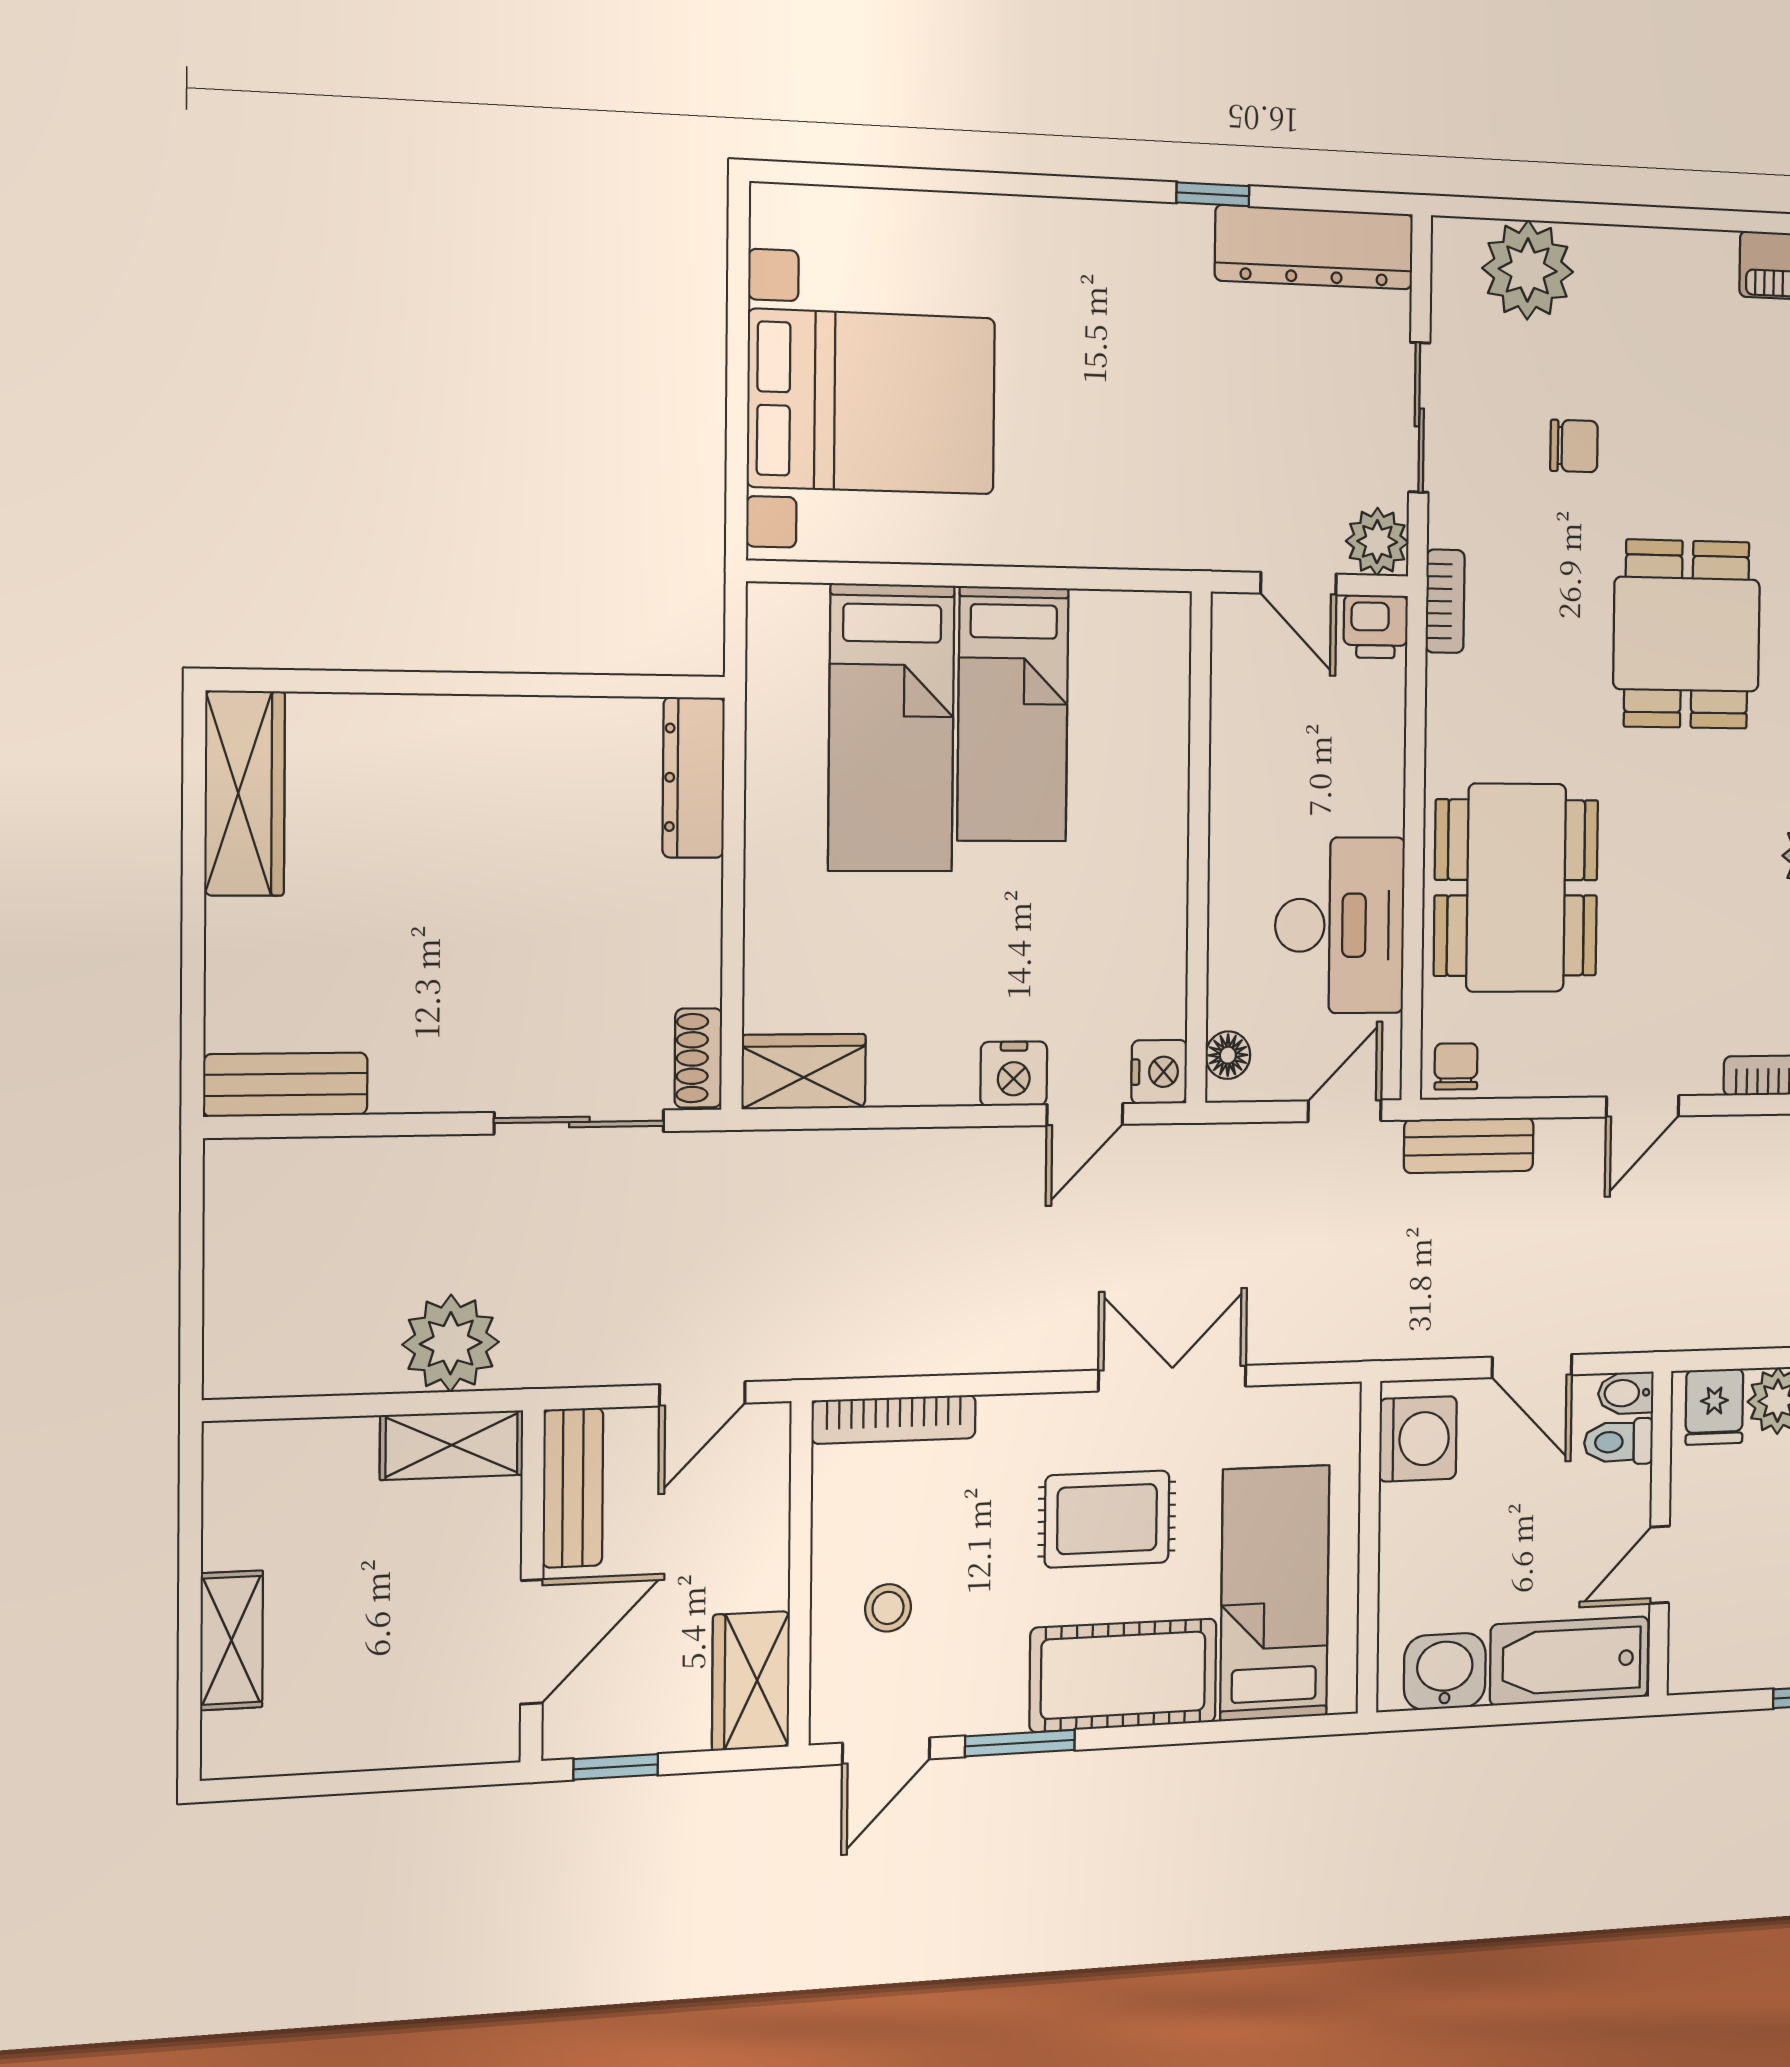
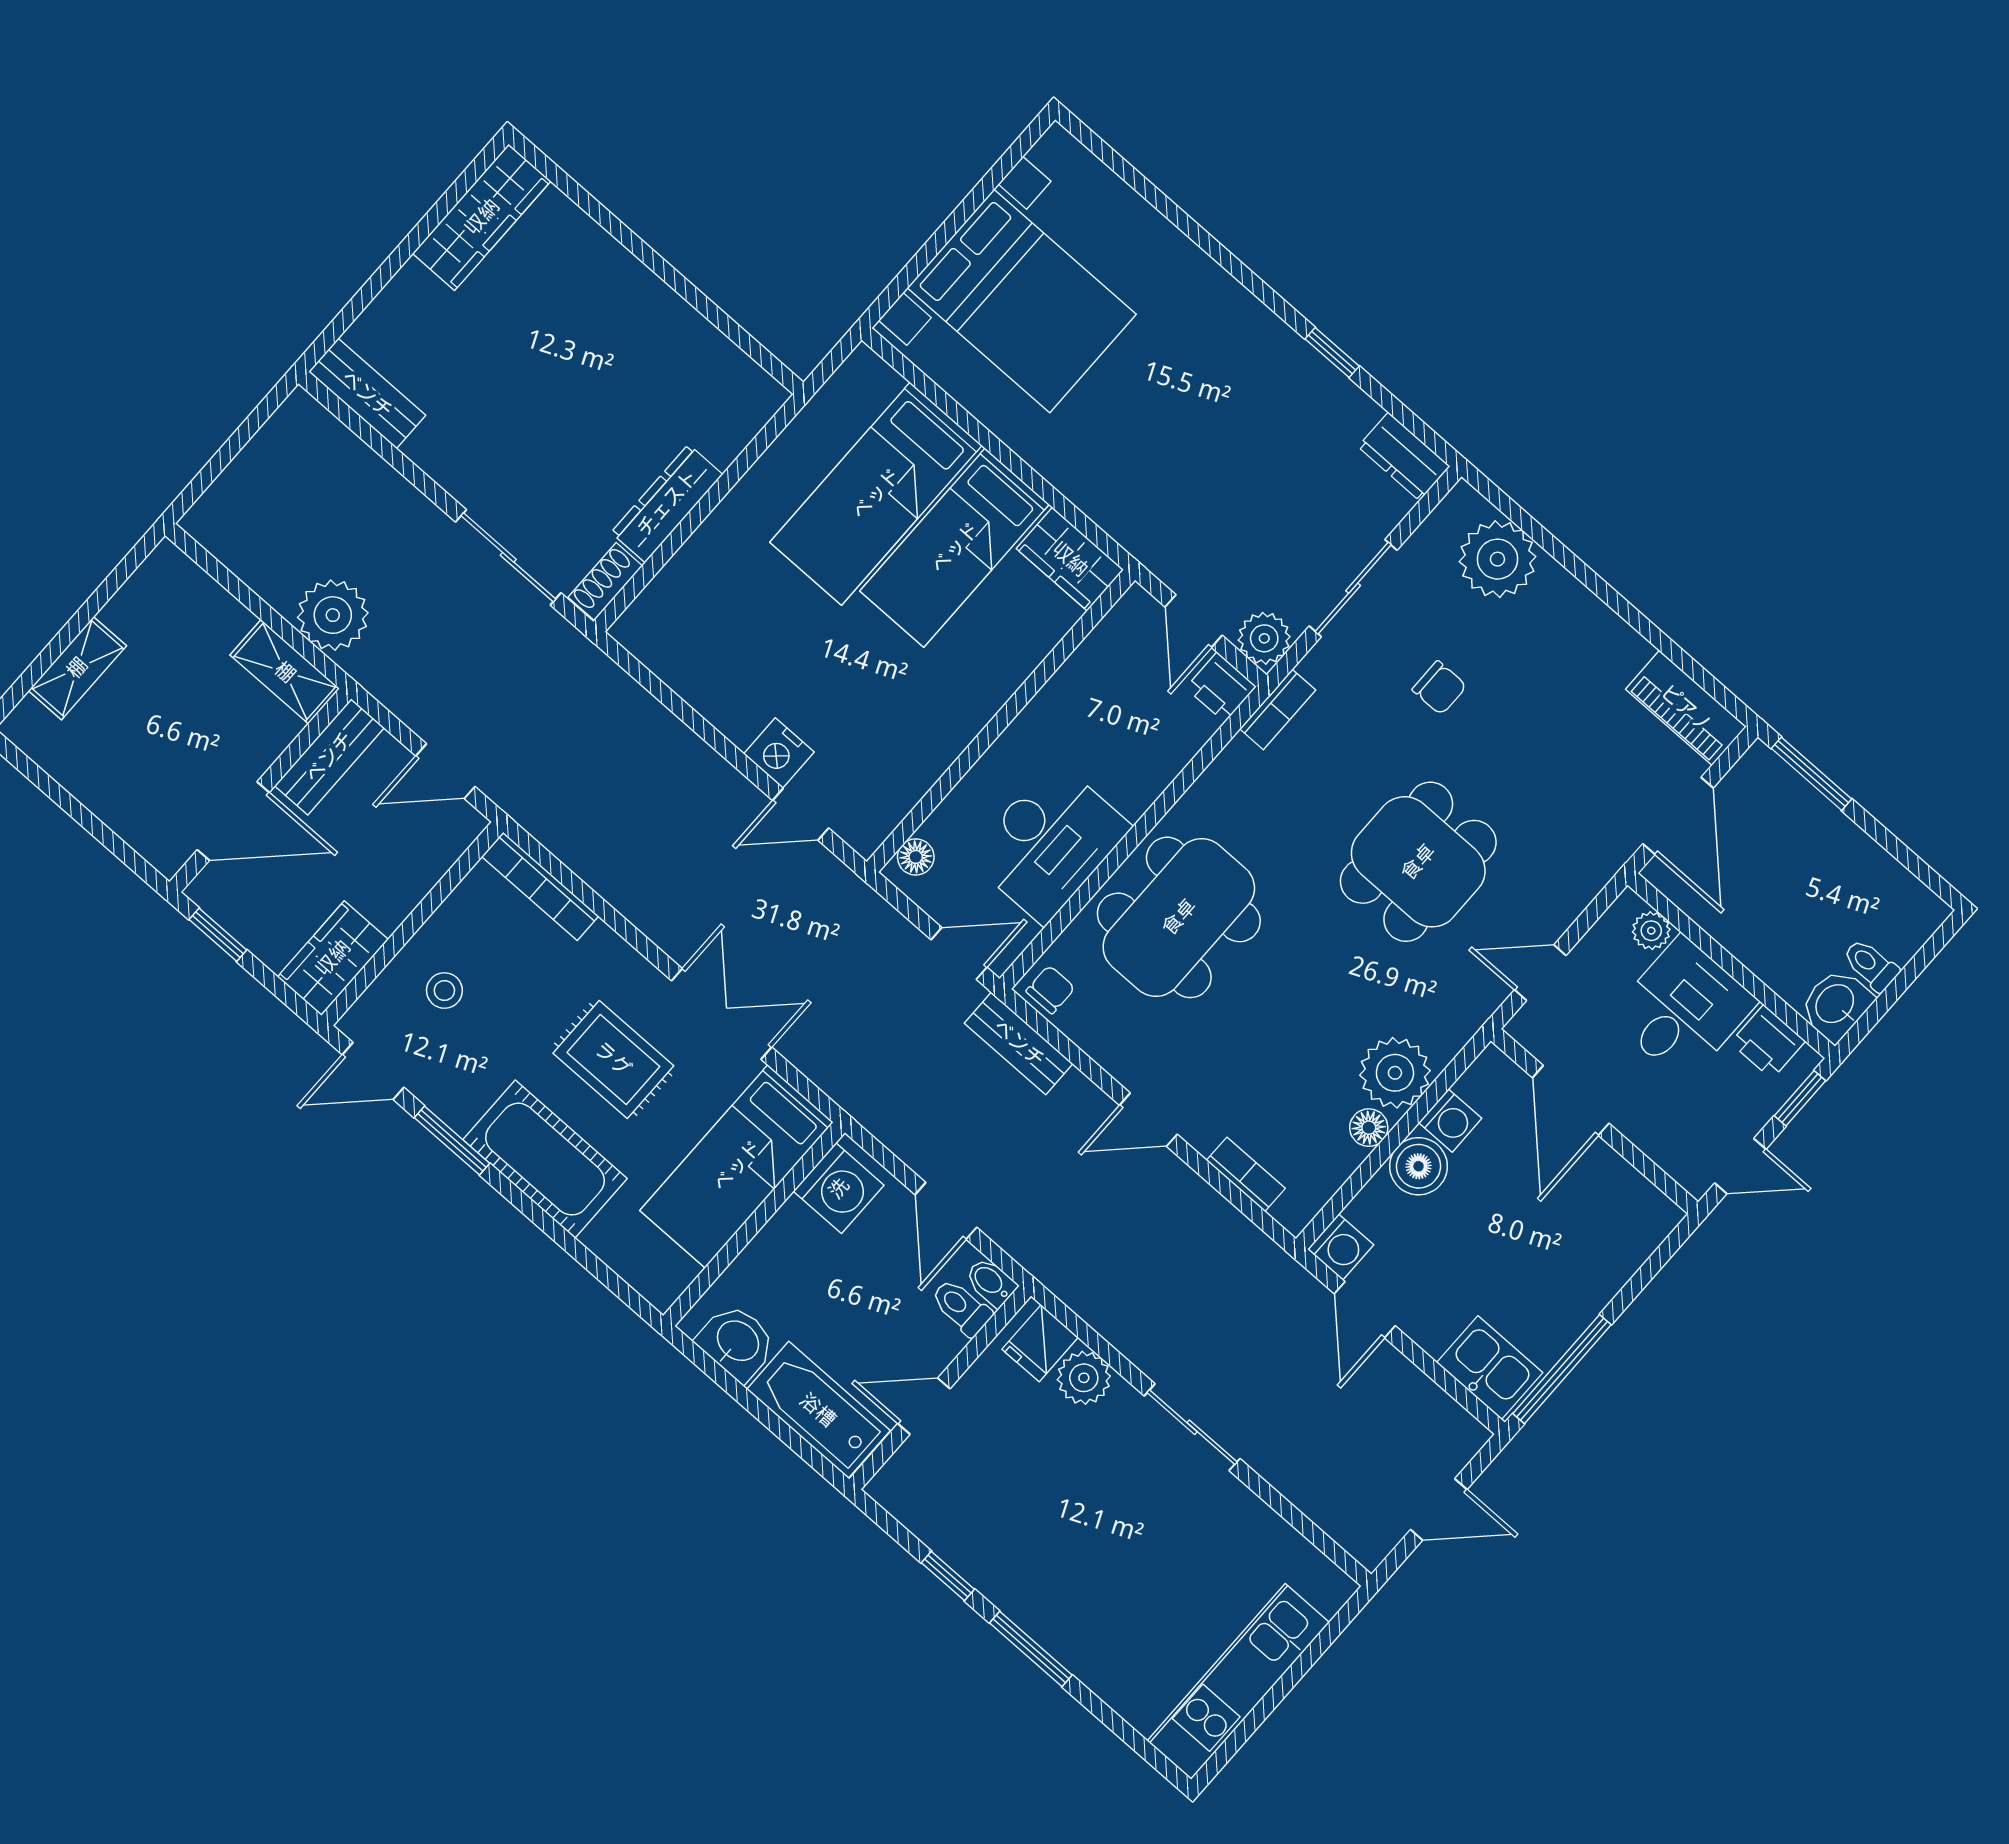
dresser: (1314, 247) -> (1404, 456), width x0.51, depth x0.80
dresser: (694, 778) -> (667, 503), moved
wardrobe: (804, 1071) -> (1070, 559), moved, turned 180
nightstand: (1159, 1072) -> (866, 829), removed
bed: (1275, 1593) -> (737, 1166), moved, turned 180

